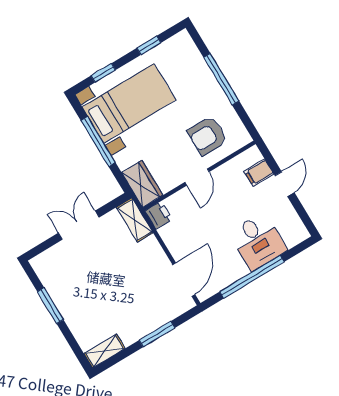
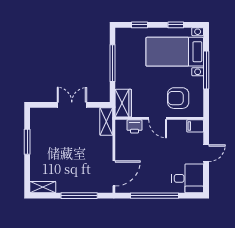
bed with nightstands: (129, 103) -> (175, 52), moved, turned 180
filing cabinet: (259, 173) -> (195, 126), moved
door: (197, 177) -> (158, 118), hinge flipped
printer: (159, 215) -> (134, 126), moved, turned 90
desk: (258, 241) -> (188, 178), moved, turned -90
window: (157, 334) -> (79, 196), width x1.44

